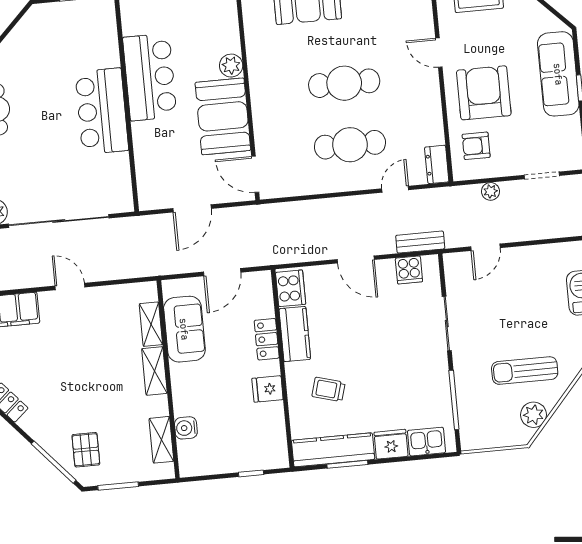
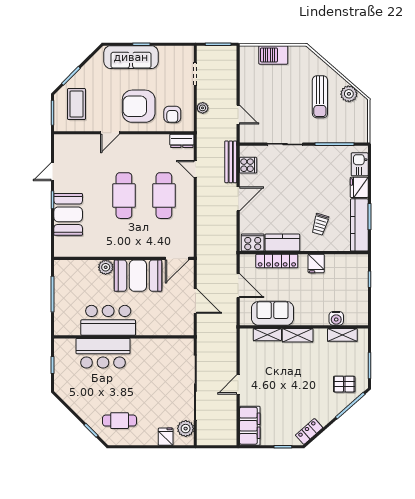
bar counter: (102, 111) -> (103, 353), moved
bench: (420, 242) -> (231, 162), width x1.36
locker: (267, 339) -> (277, 261), width x1.53

